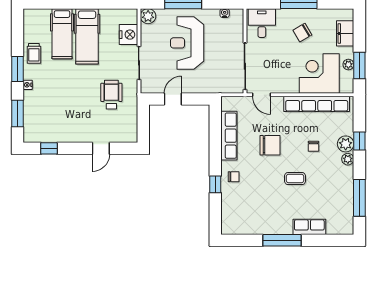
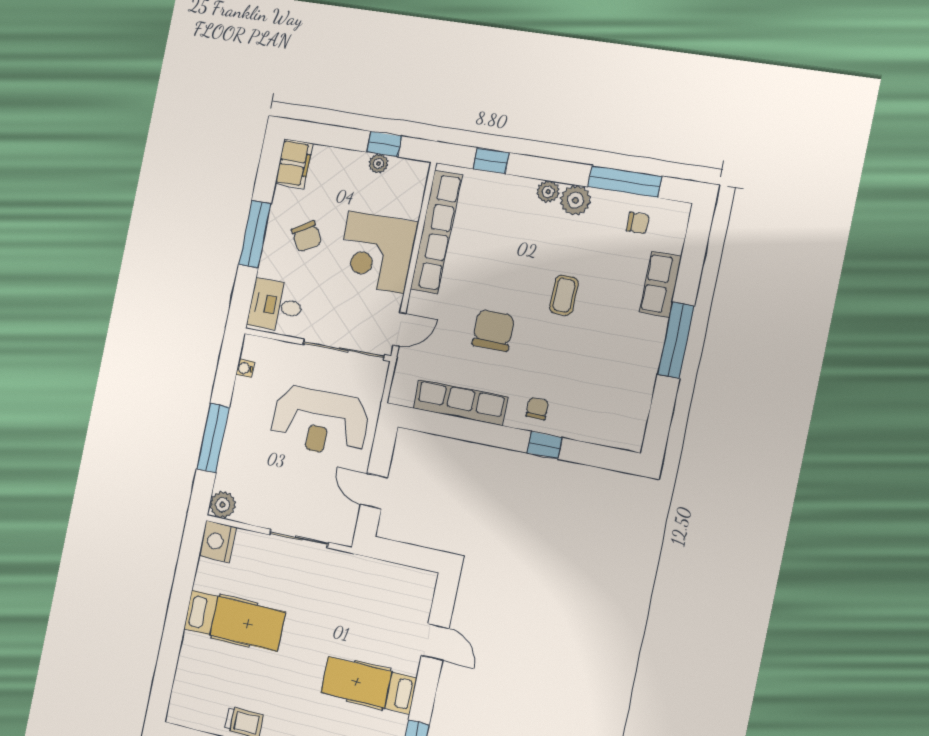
filing cabinet: (345, 33) -> (294, 164), moved, turned -90
hospital bed: (62, 34) -> (369, 685), moved, turned 180
nightstand: (128, 35) -> (218, 542), moved, turned -90
reception desk: (187, 43) -> (320, 421), moved
window: (359, 65) -> (384, 144), width x0.67
corner desk: (319, 73) -> (376, 252), moved
wheelchair: (111, 95) -> (344, 601), removed
window: (359, 141) -> (491, 161), moved
plant: (346, 144) -> (575, 200), moved
chair: (313, 146) -> (638, 223), moved

